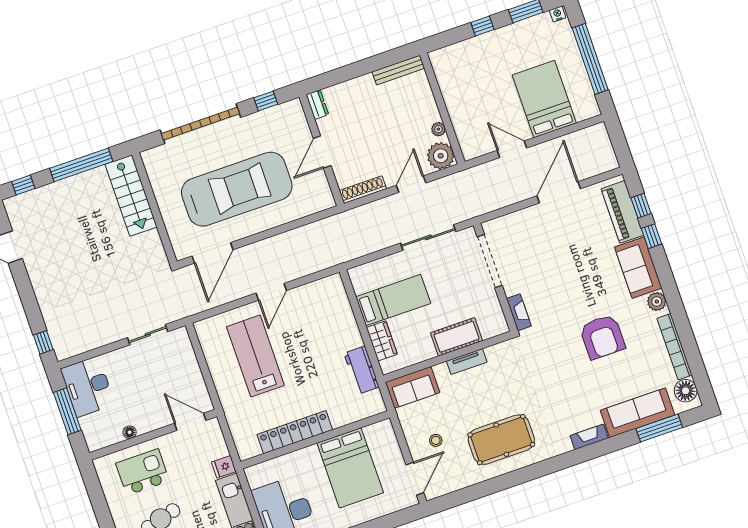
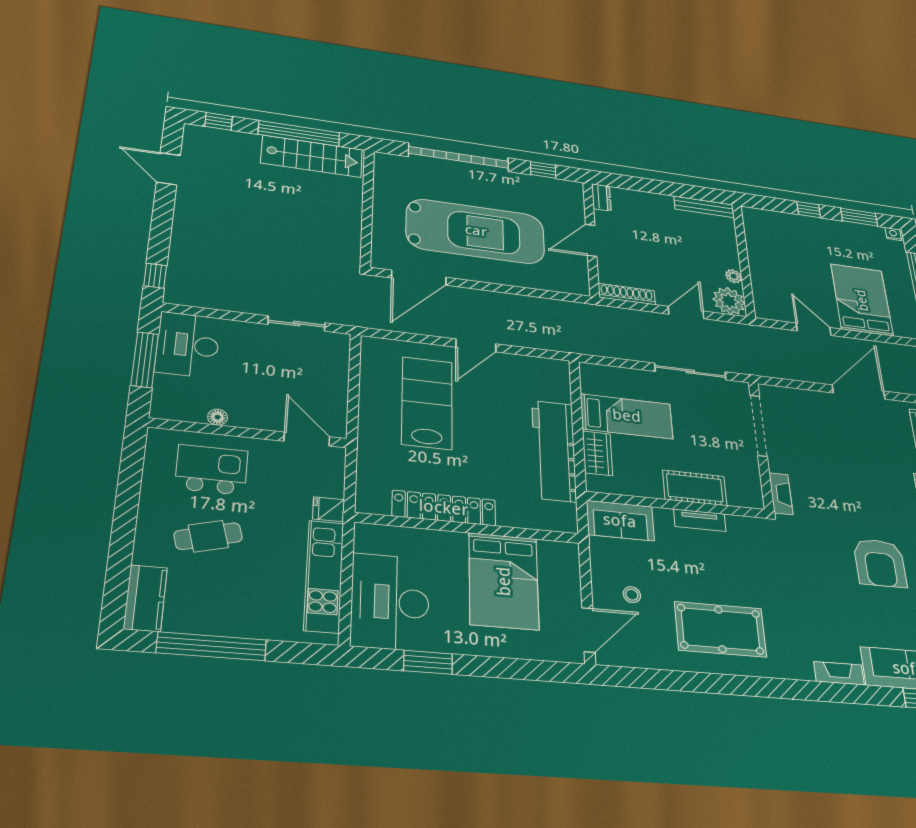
stairs: (131, 196) -> (312, 156), moved, turned -90
workbench: (362, 370) -> (554, 451), width x1.88, depth x1.32

